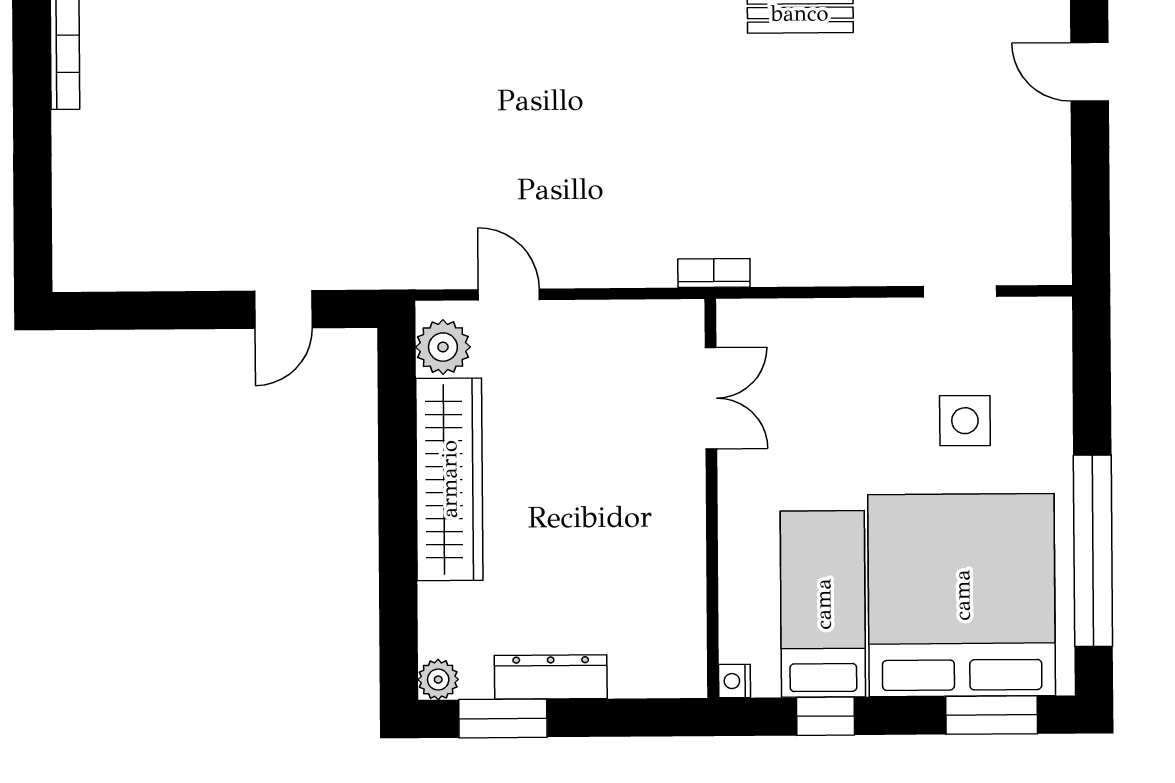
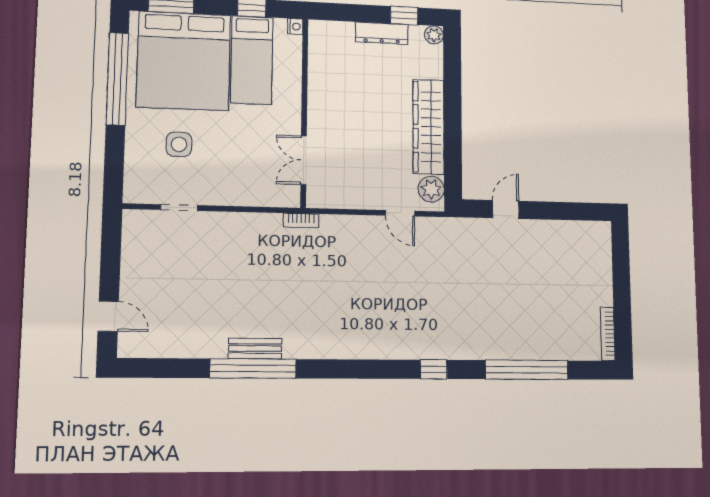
window: (503, 718) -> (404, 16), width x0.67

